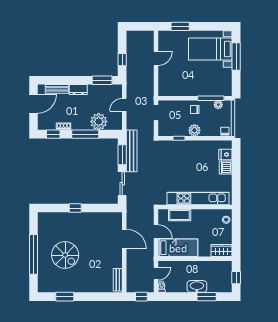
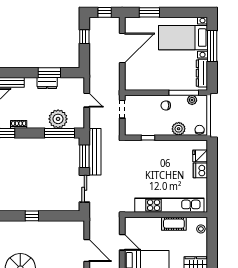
window: (140, 26) -> (105, 12), added
door: (156, 58) -> (122, 48), width x1.88
window: (122, 60) -> (84, 37), moved
window: (102, 80) -> (49, 73), moved
dresser: (227, 81) -> (202, 73), added
dresser: (78, 90) -> (47, 83), moved
door: (124, 105) -> (87, 100), swing flipped
plant: (194, 130) -> (179, 129), moved
window: (85, 134) -> (59, 133), moved
cot: (180, 215) -> (174, 224), moved

